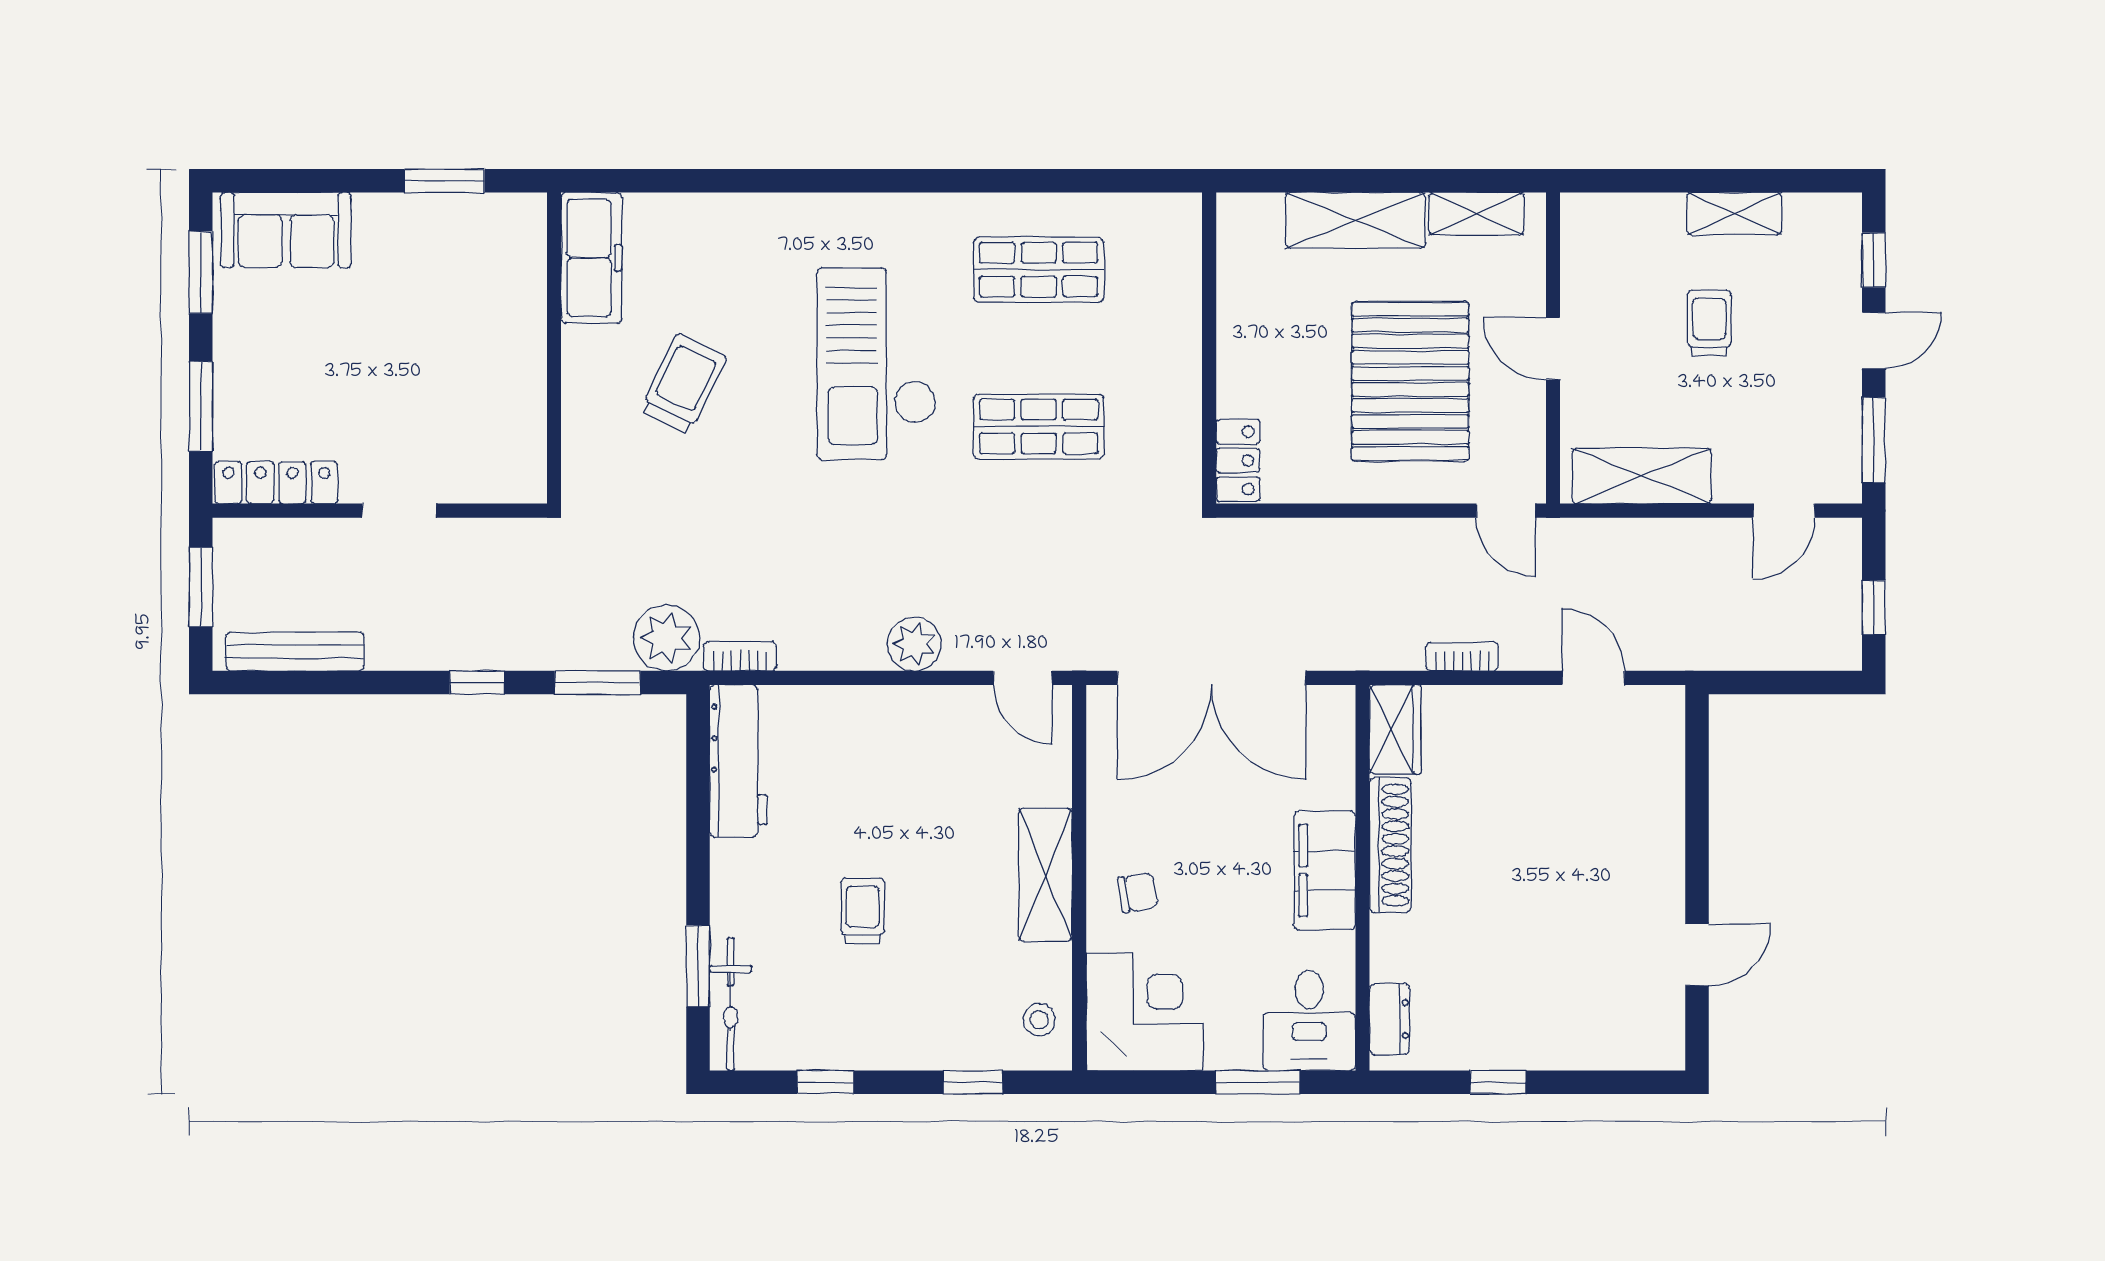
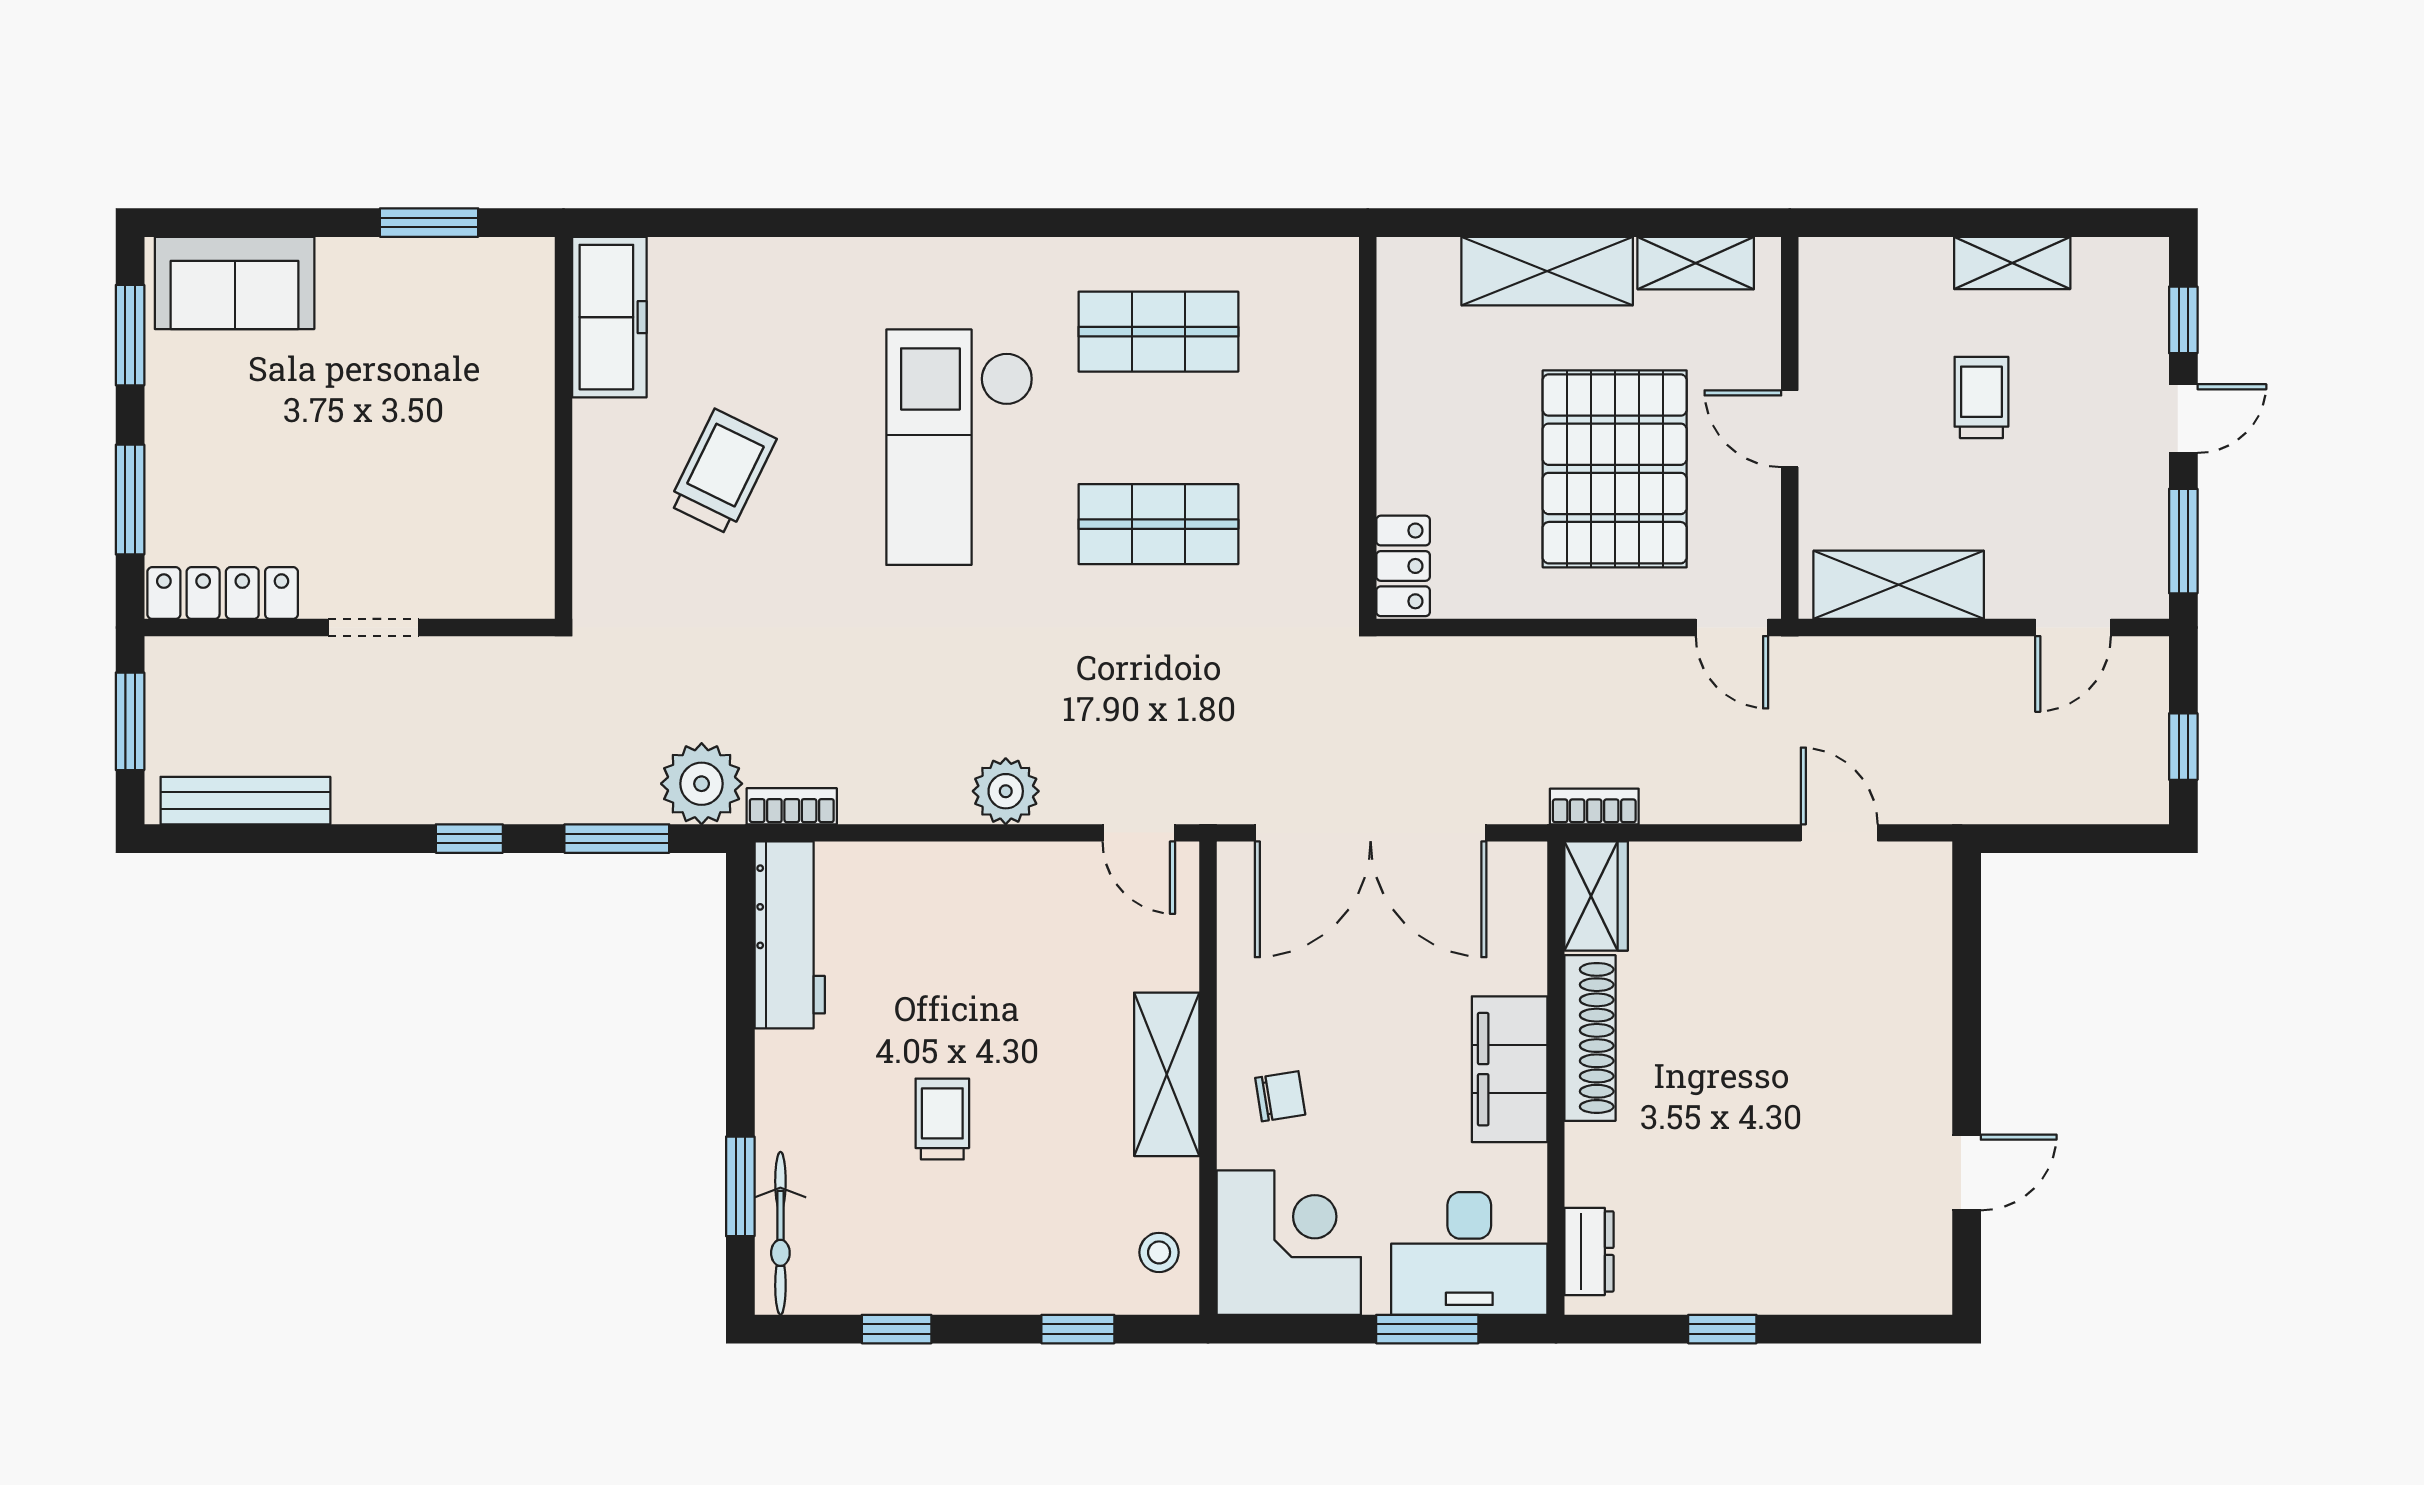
bookcase: (1462, 656) -> (1594, 807), moved
desk: (1309, 1021) -> (1469, 1253), width x1.37

